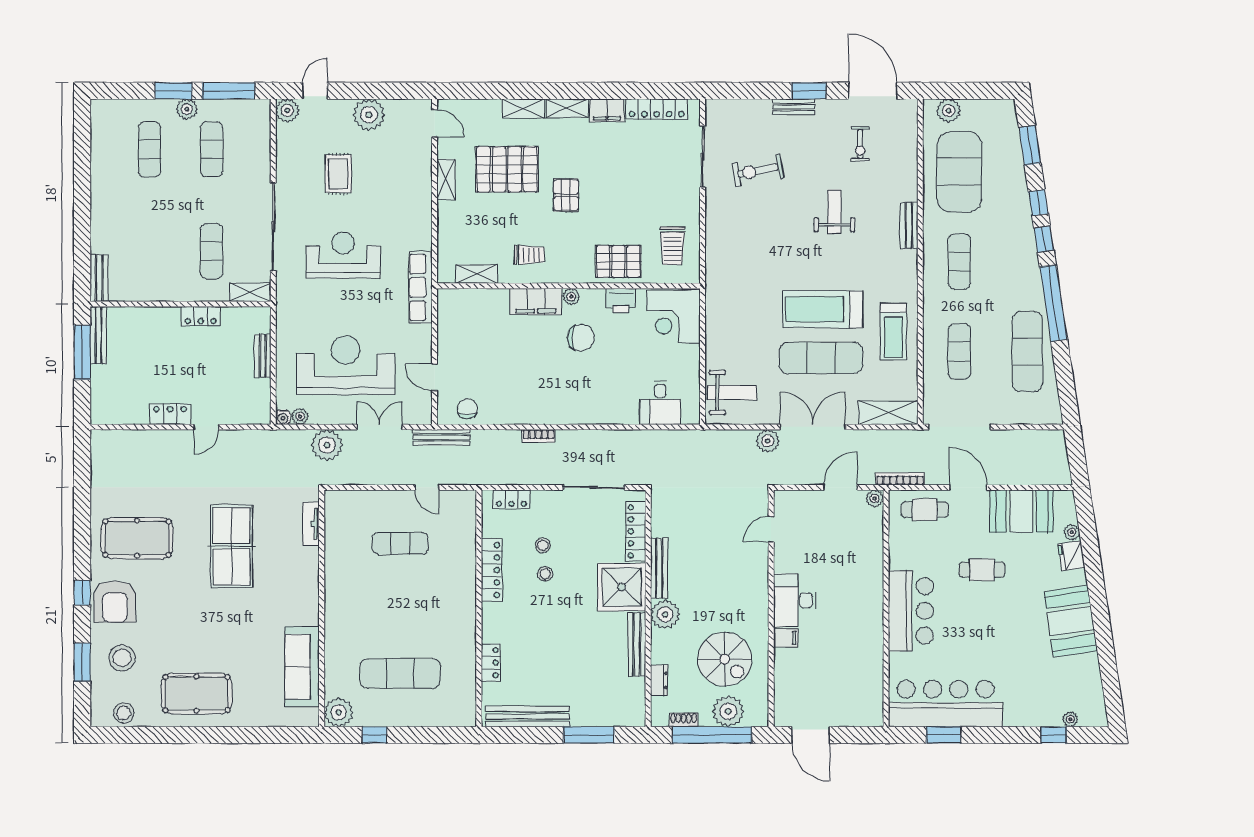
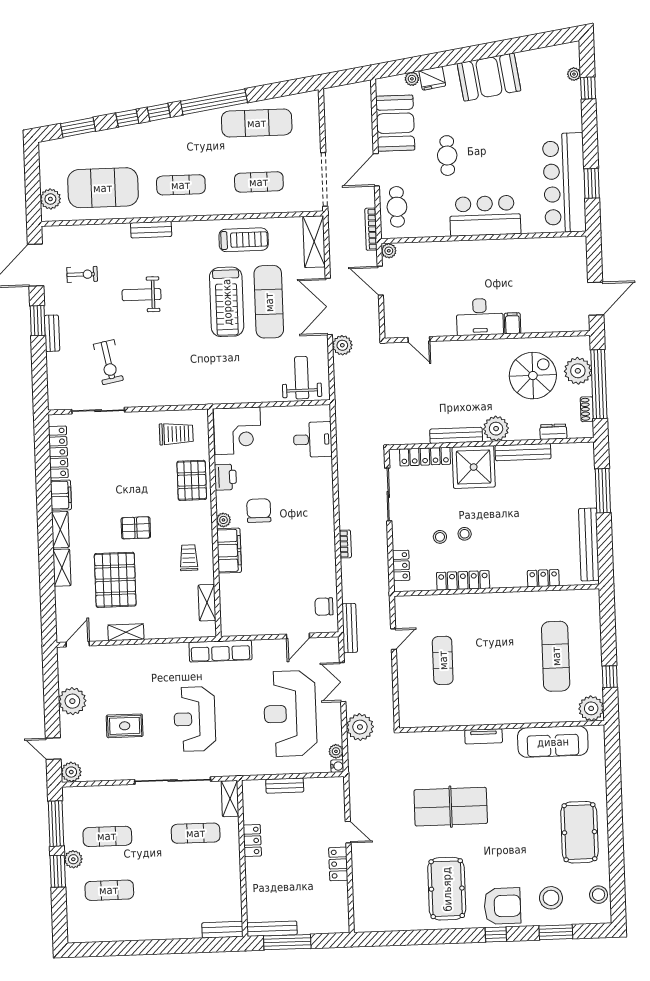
tv unit: (311, 524) -> (484, 736), moved

